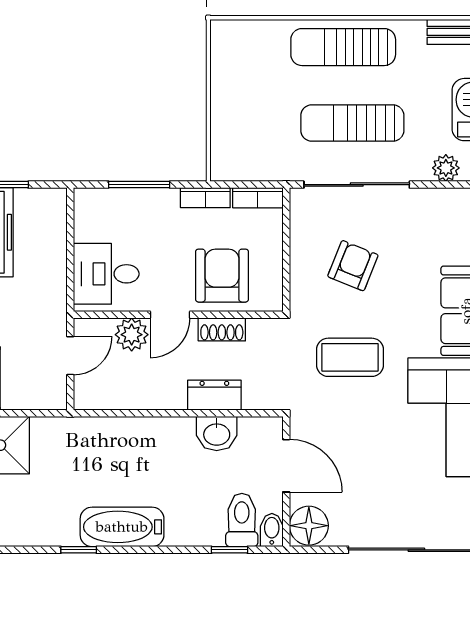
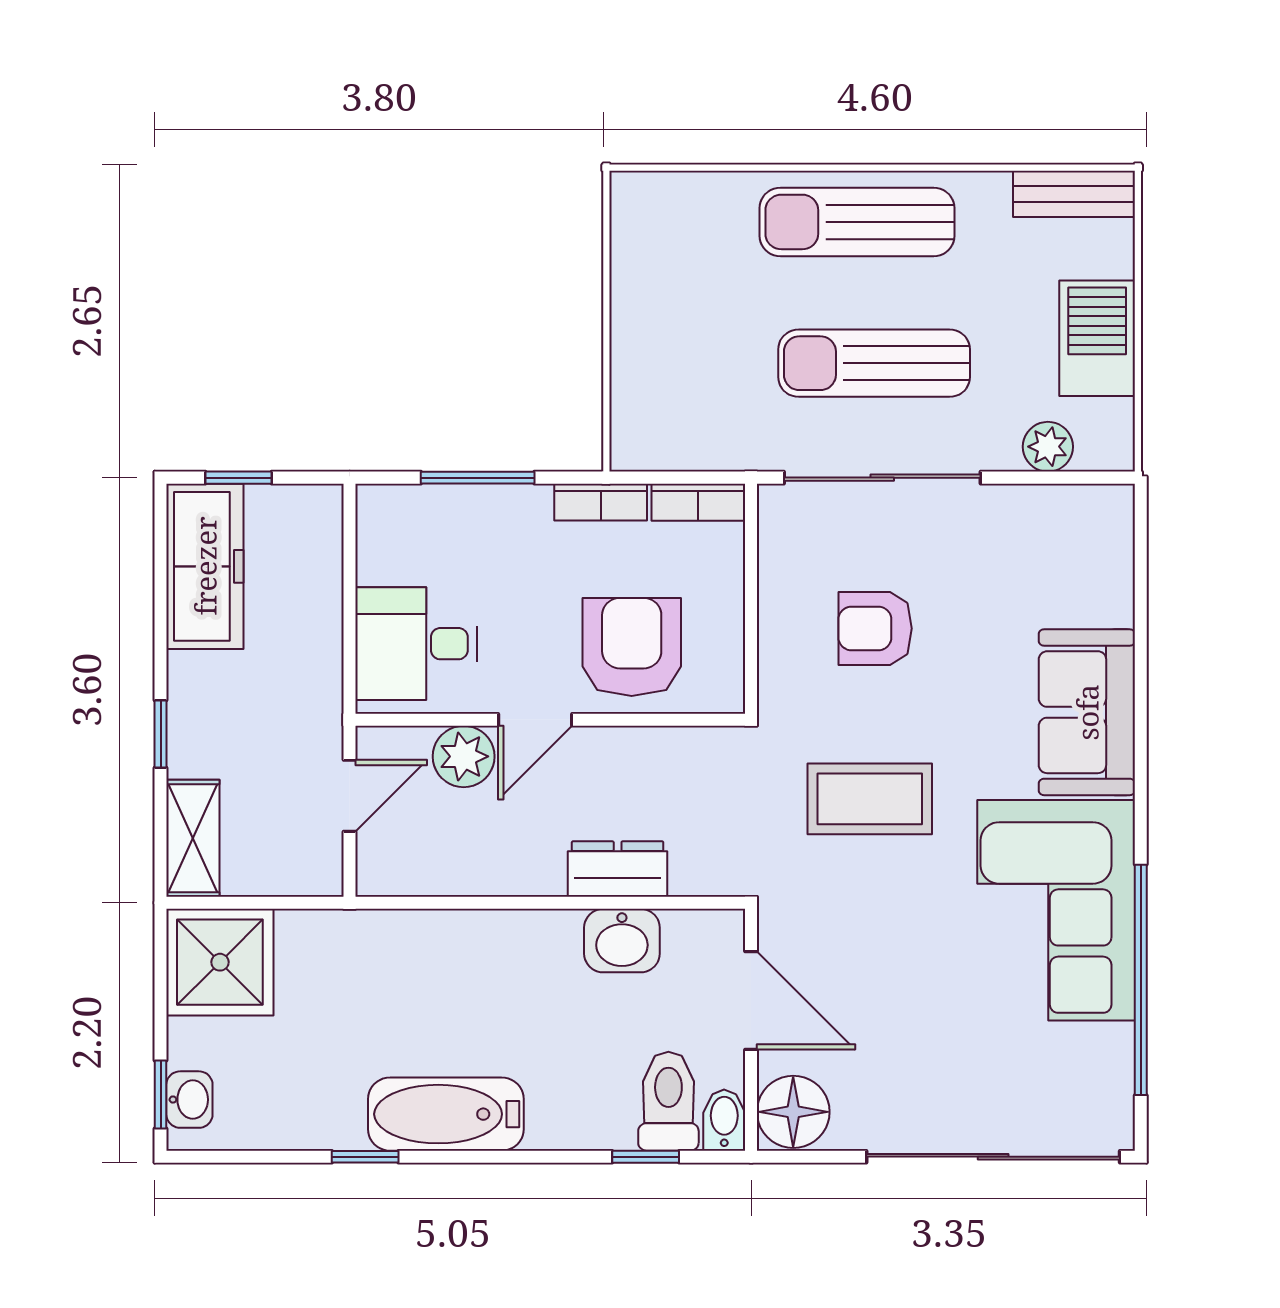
armchair: (353, 266) -> (875, 628), turned -112
shoe rack: (222, 329) -> (631, 747), removed

